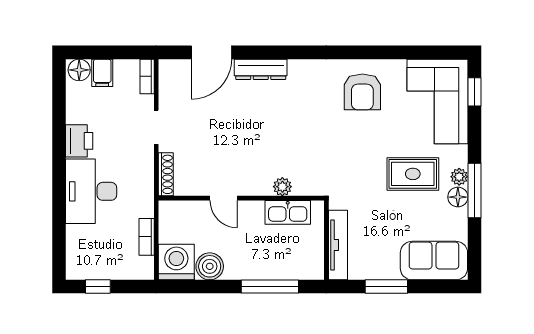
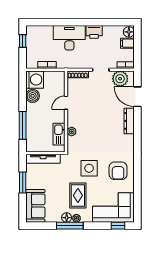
plant: (175, 88) -> (120, 79), added
armchair: (362, 92) -> (118, 171), turned -90
side table: (357, 151) -> (89, 168), added

